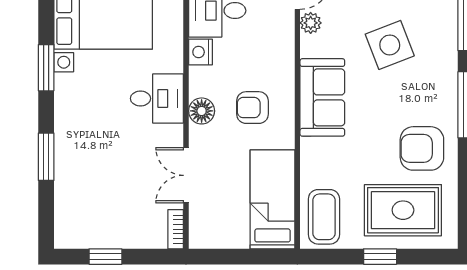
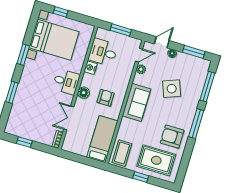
armchair: (253, 108) -> (106, 98), turned 90

